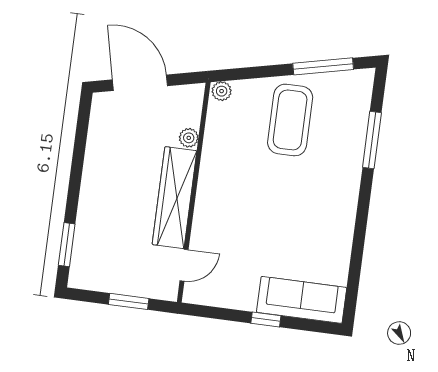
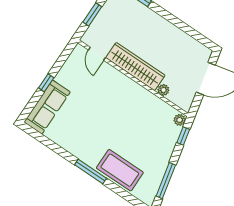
window: (243, 74) -> (183, 136), added
coffee table: (290, 120) -> (120, 170), moved
window: (372, 140) -> (91, 171), moved

